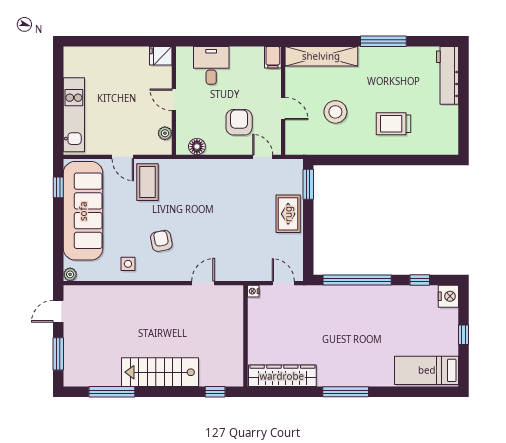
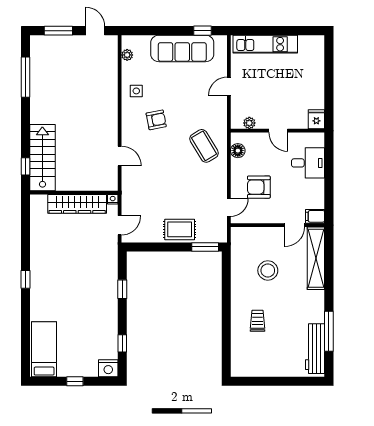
window: (383, 41) -> (329, 331), moved
workbench: (447, 75) -> (315, 349), moved, turned -90
door: (174, 100) -> (278, 131), swing flipped
door: (283, 109) -> (295, 225), moved
armchair: (239, 122) -> (259, 187), turned 180
trolley: (393, 124) -> (258, 321), width x0.73, depth x0.72
coffee table: (147, 182) -> (204, 146), moved, turned 59
sofa: (83, 211) -> (182, 48), width x0.74, depth x0.79
plant: (70, 274) -> (127, 55), moved
window: (357, 280) -> (122, 289), width x0.32
stairs: (160, 372) -> (42, 158), moved
wardrobe: (282, 376) -> (77, 204), moved, turned 90
window: (346, 392) -> (26, 279), width x0.46

